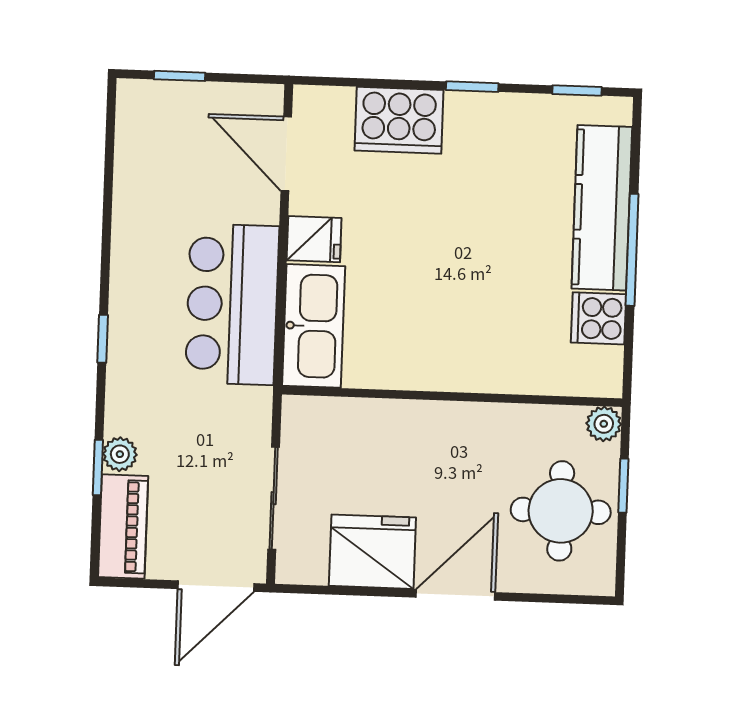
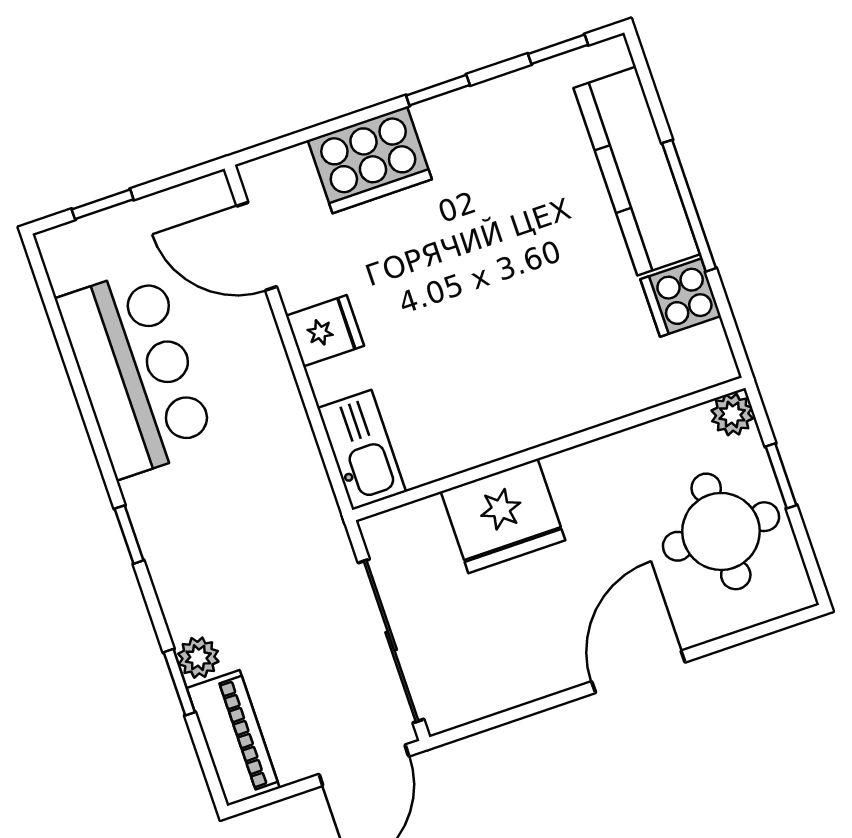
bar counter: (232, 304) -> (136, 372), moved, turned 180
kitchen sink: (314, 326) -> (362, 450), width x0.73, depth x0.81
sliding door: (274, 498) -> (391, 641), width x1.37
fridge: (372, 552) -> (503, 516), moved, turned 180

